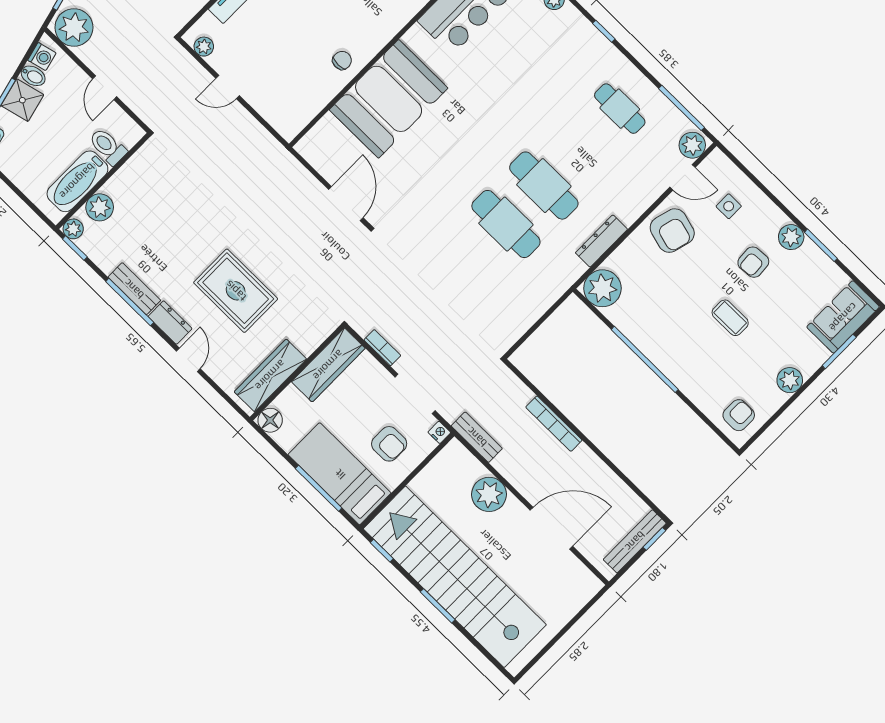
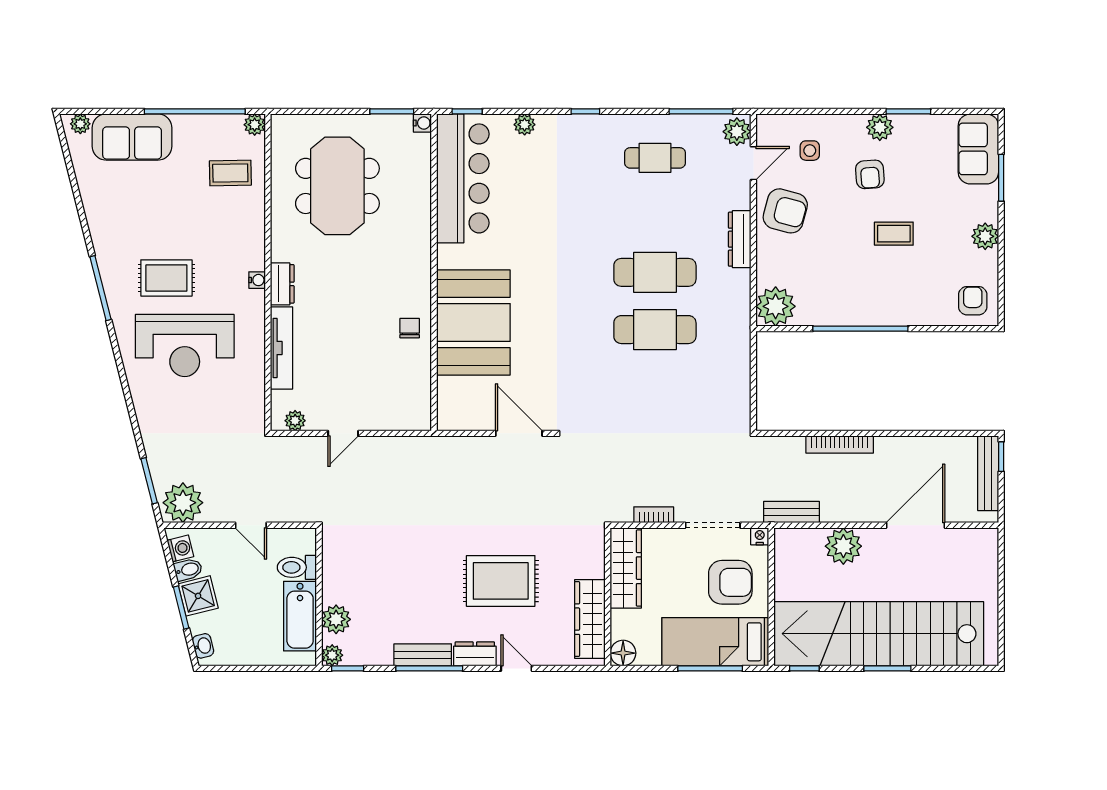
dresser: (601, 241) -> (740, 239), moved
armchair: (389, 444) -> (730, 582), width x1.38, depth x1.38

